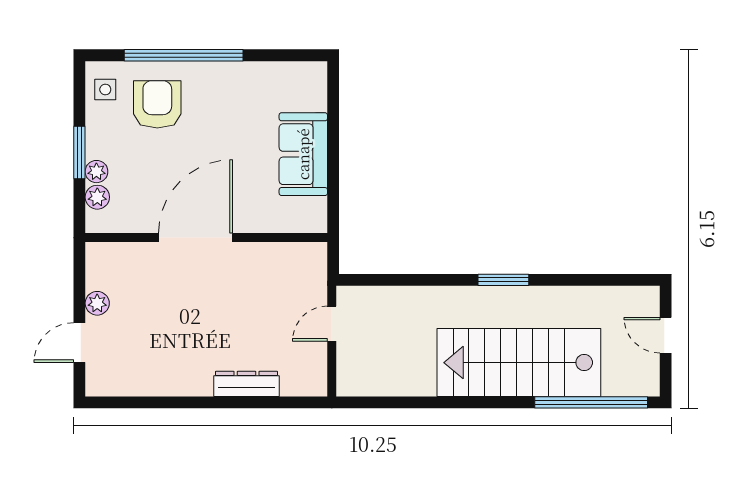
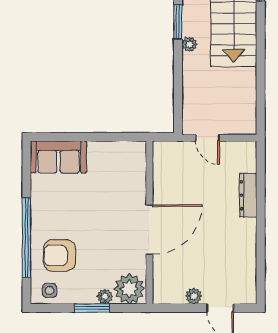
sofa: (303, 154) -> (58, 157), moved
plant: (97, 197) -> (129, 289), width x1.88, depth x1.88
door: (196, 238) -> (149, 230), swing flipped
plant: (470, 297) -> (189, 44), added

